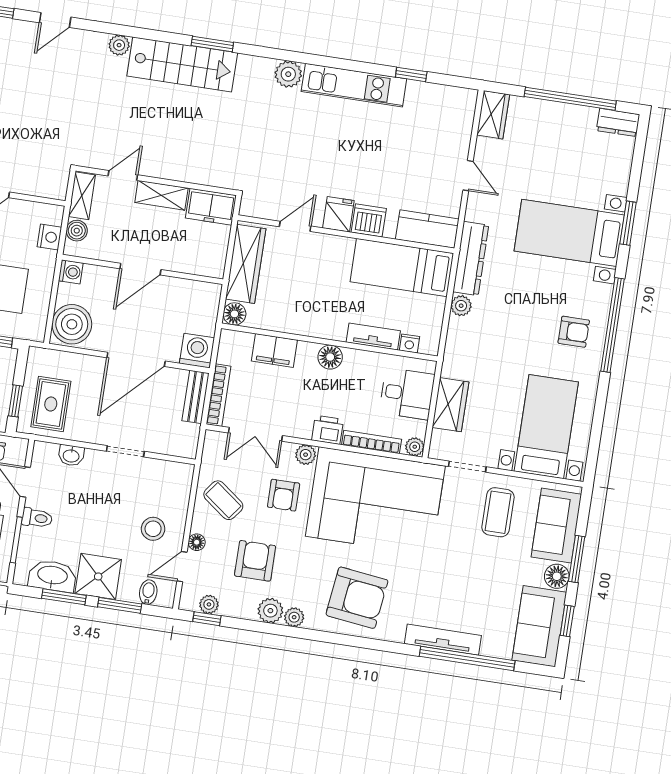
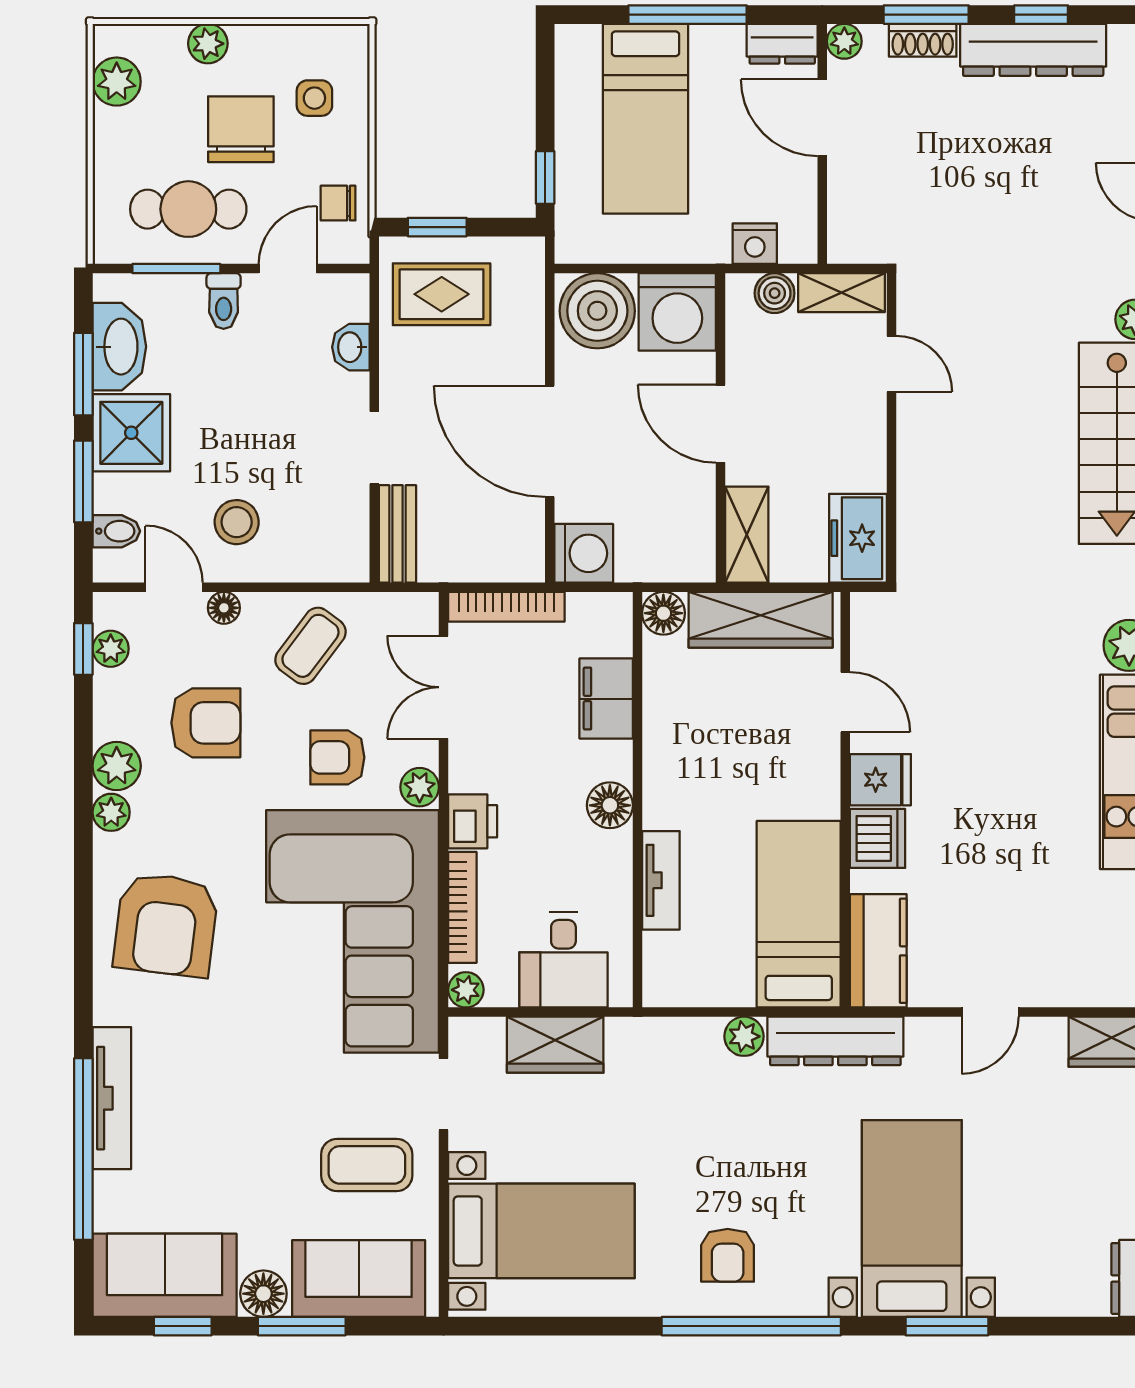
shelving: (161, 195) -> (747, 535), moved
washing machine: (71, 272) -> (677, 312), width x1.89, depth x1.89
nightstand: (409, 343) -> (658, 950), removed
bench: (196, 397) -> (397, 534), moved, turned 90

